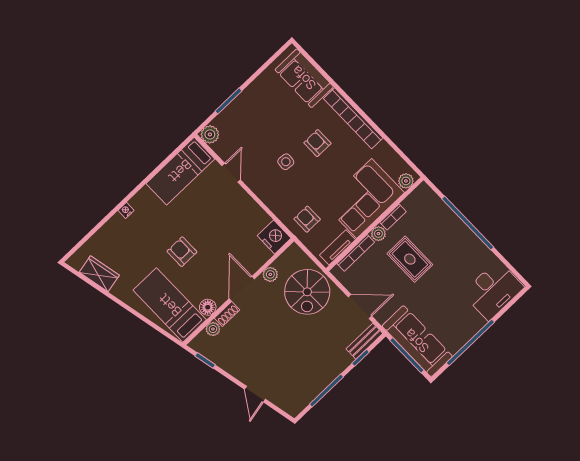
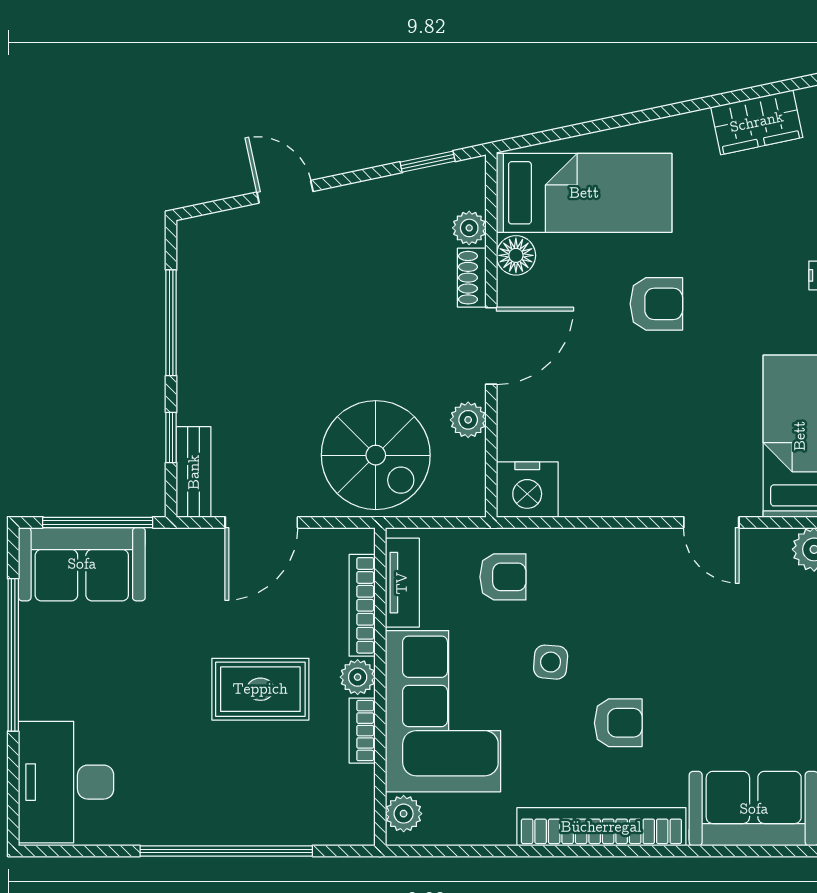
side table: (286, 162) -> (551, 662), moved
door: (242, 289) -> (491, 346), hinge flipped
spiral stairs: (307, 292) -> (376, 455), turned 180
sofa: (417, 341) -> (82, 564), width x0.73

